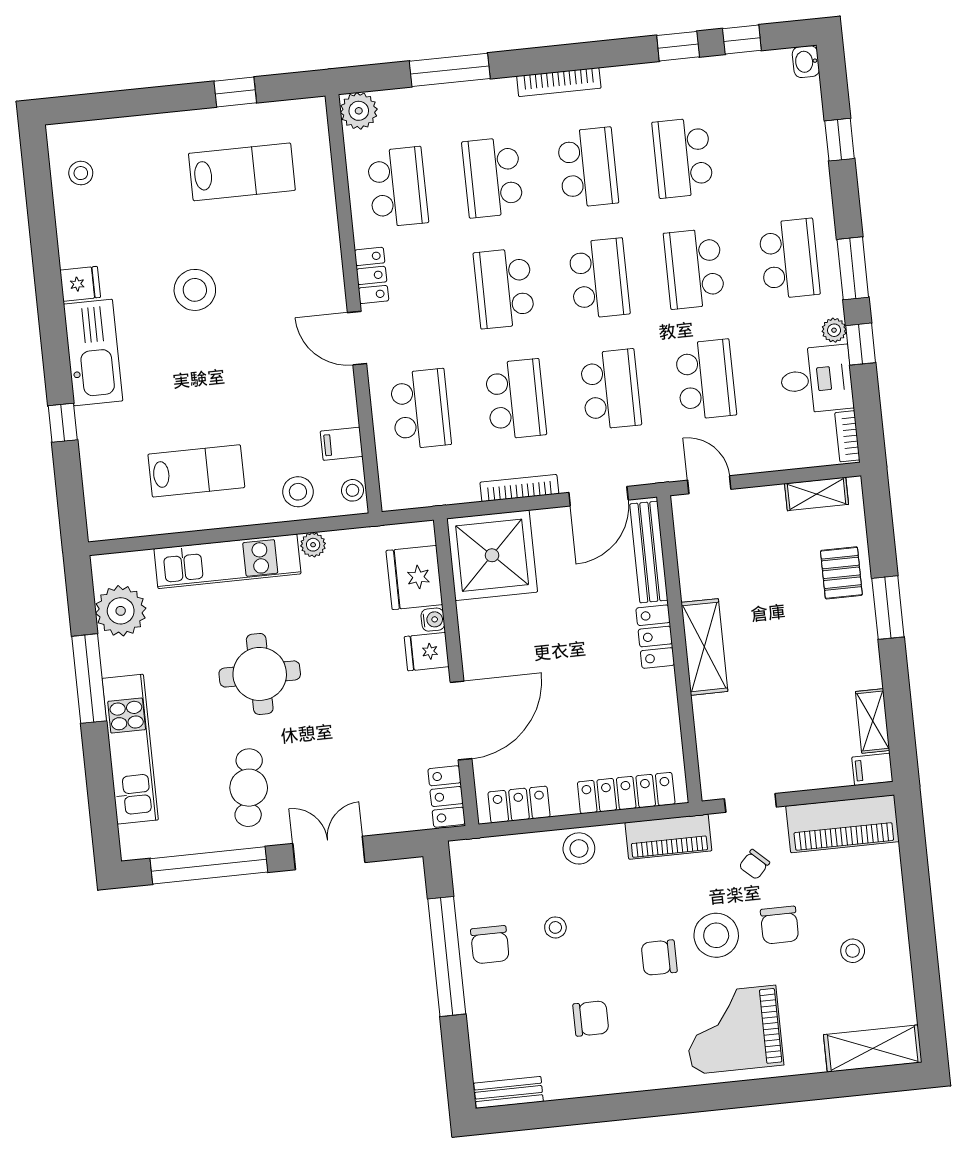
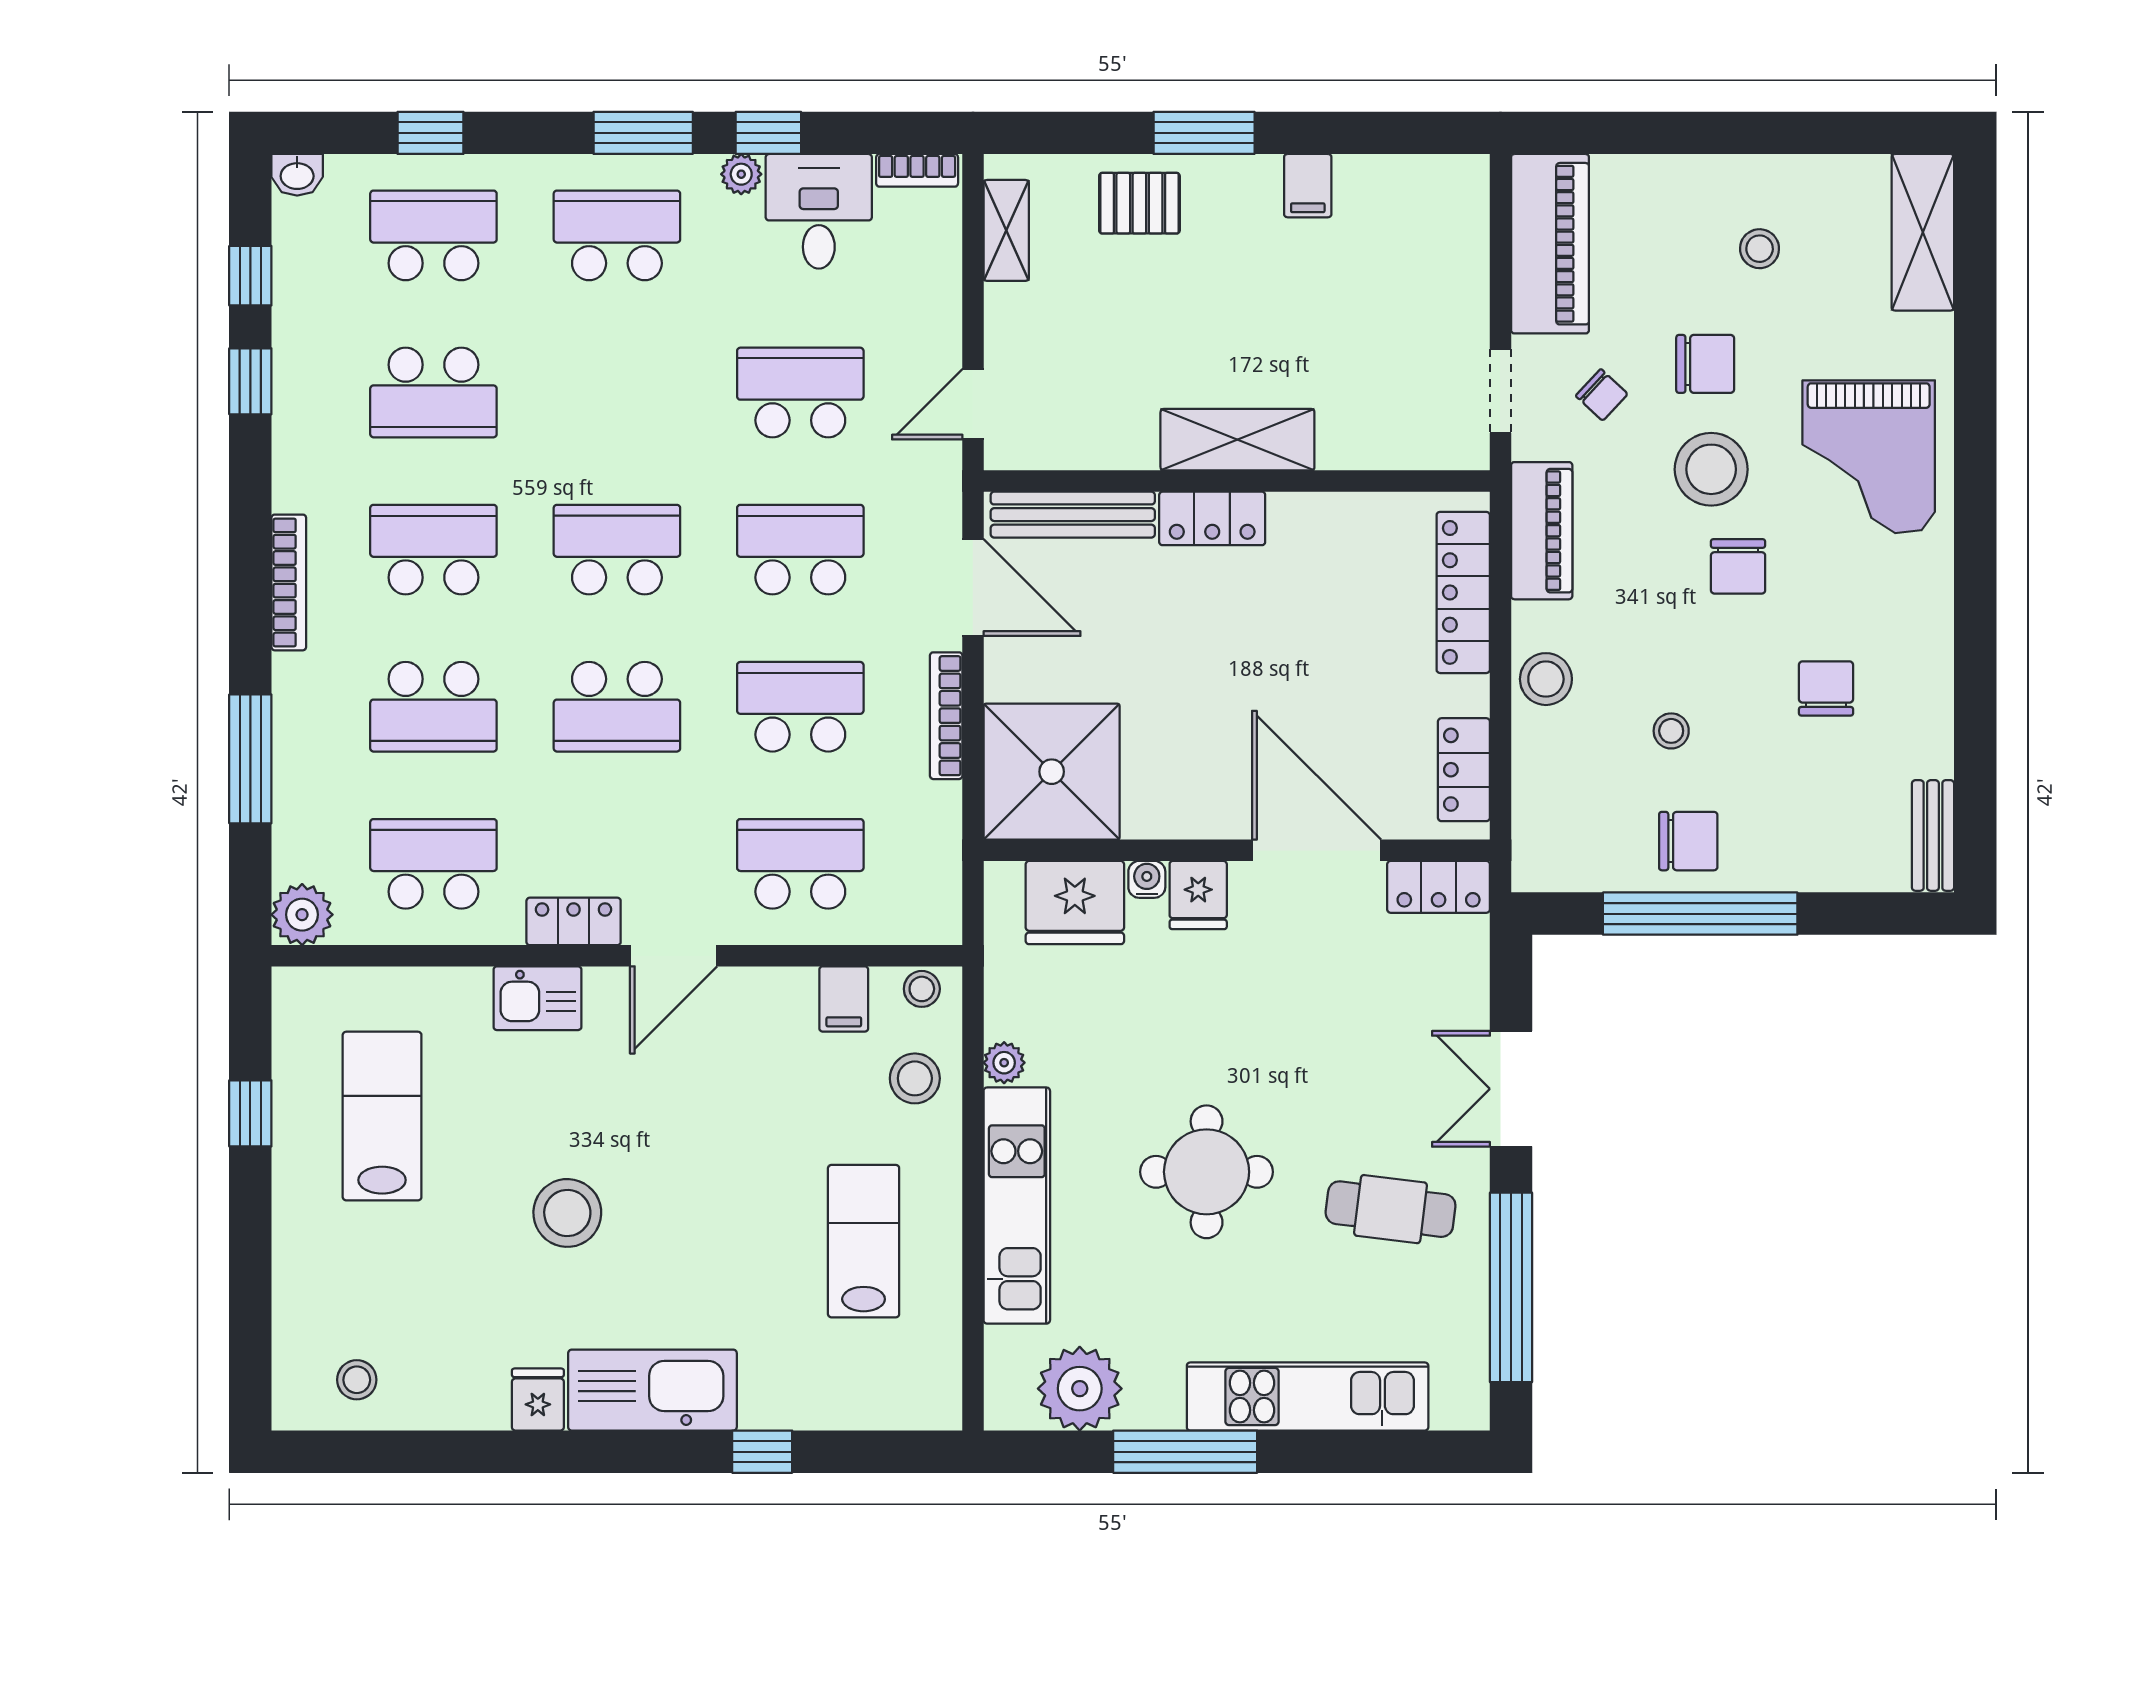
kitchen sink: (323, 258) -> (537, 998), added
school desk: (694, 269) -> (433, 235), moved, turned 180
shelving: (873, 721) -> (1387, 177), removed
filing cabinet: (872, 769) -> (1308, 186), moved

